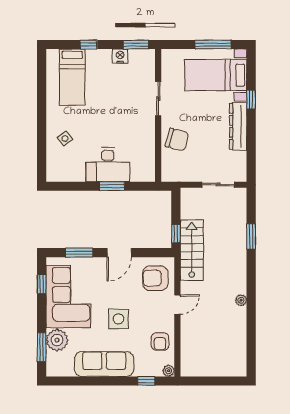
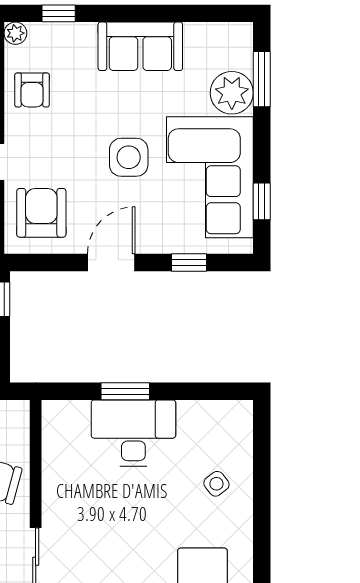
window: (79, 253) -> (189, 262), width x0.67
armchair: (155, 278) -> (41, 213), turned -90
side table: (119, 319) -> (129, 157), moved
armchair: (160, 341) -> (32, 90), turned 180
sofa: (104, 364) -> (140, 46), width x0.73

